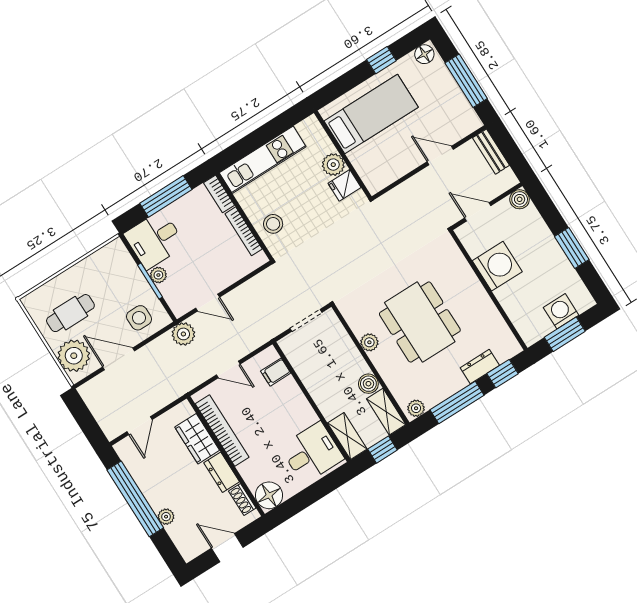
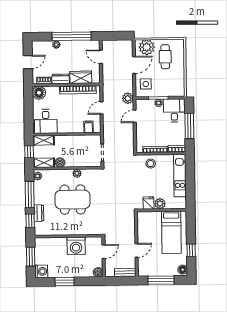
washing machine: (561, 311) -> (41, 271), moved

